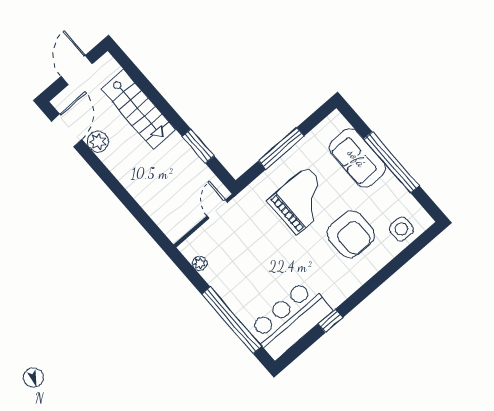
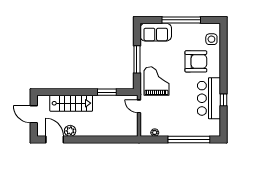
sofa: (357, 158) -> (156, 32), moved
grand piano: (302, 201) -> (156, 81), moved
bar counter: (290, 320) -> (209, 98), moved

